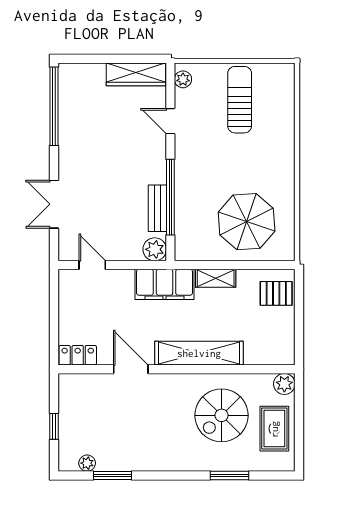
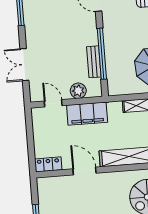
plant: (155, 249) -> (78, 91), moved
filing cabinet: (165, 284) -> (87, 114), moved

